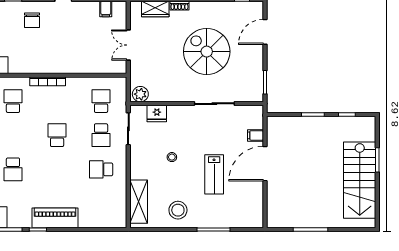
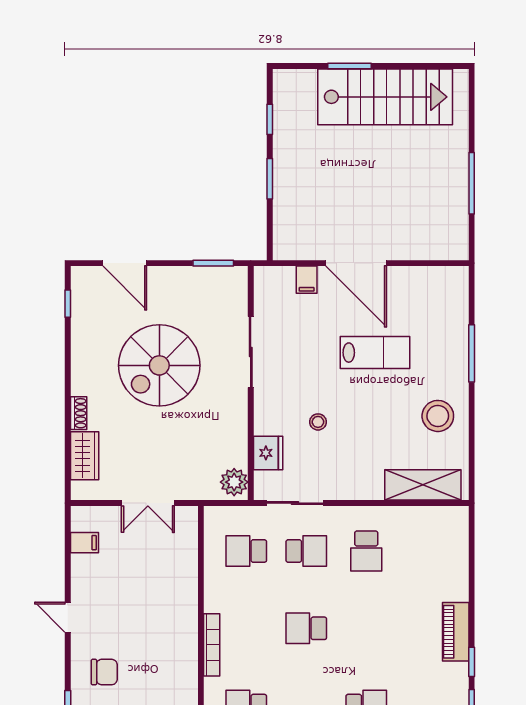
stool: (172, 157) -> (318, 422), moved
piano: (55, 218) -> (456, 632), width x0.73, depth x0.75

